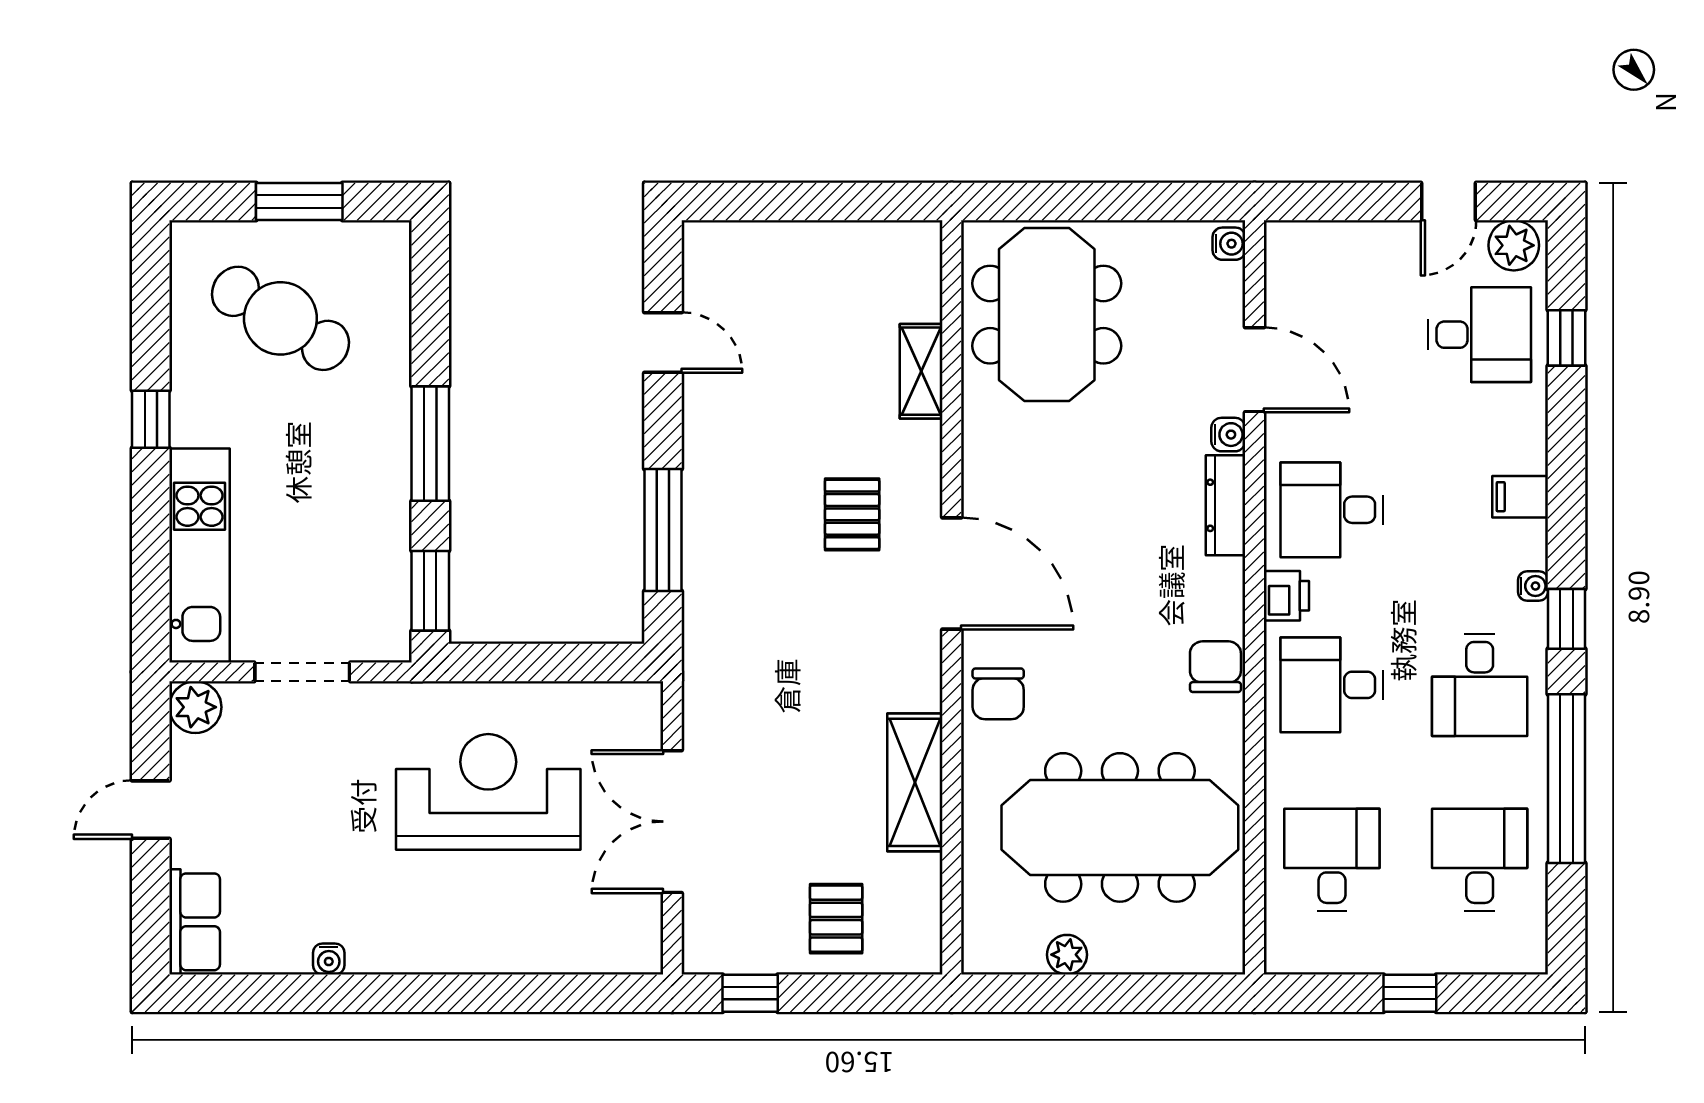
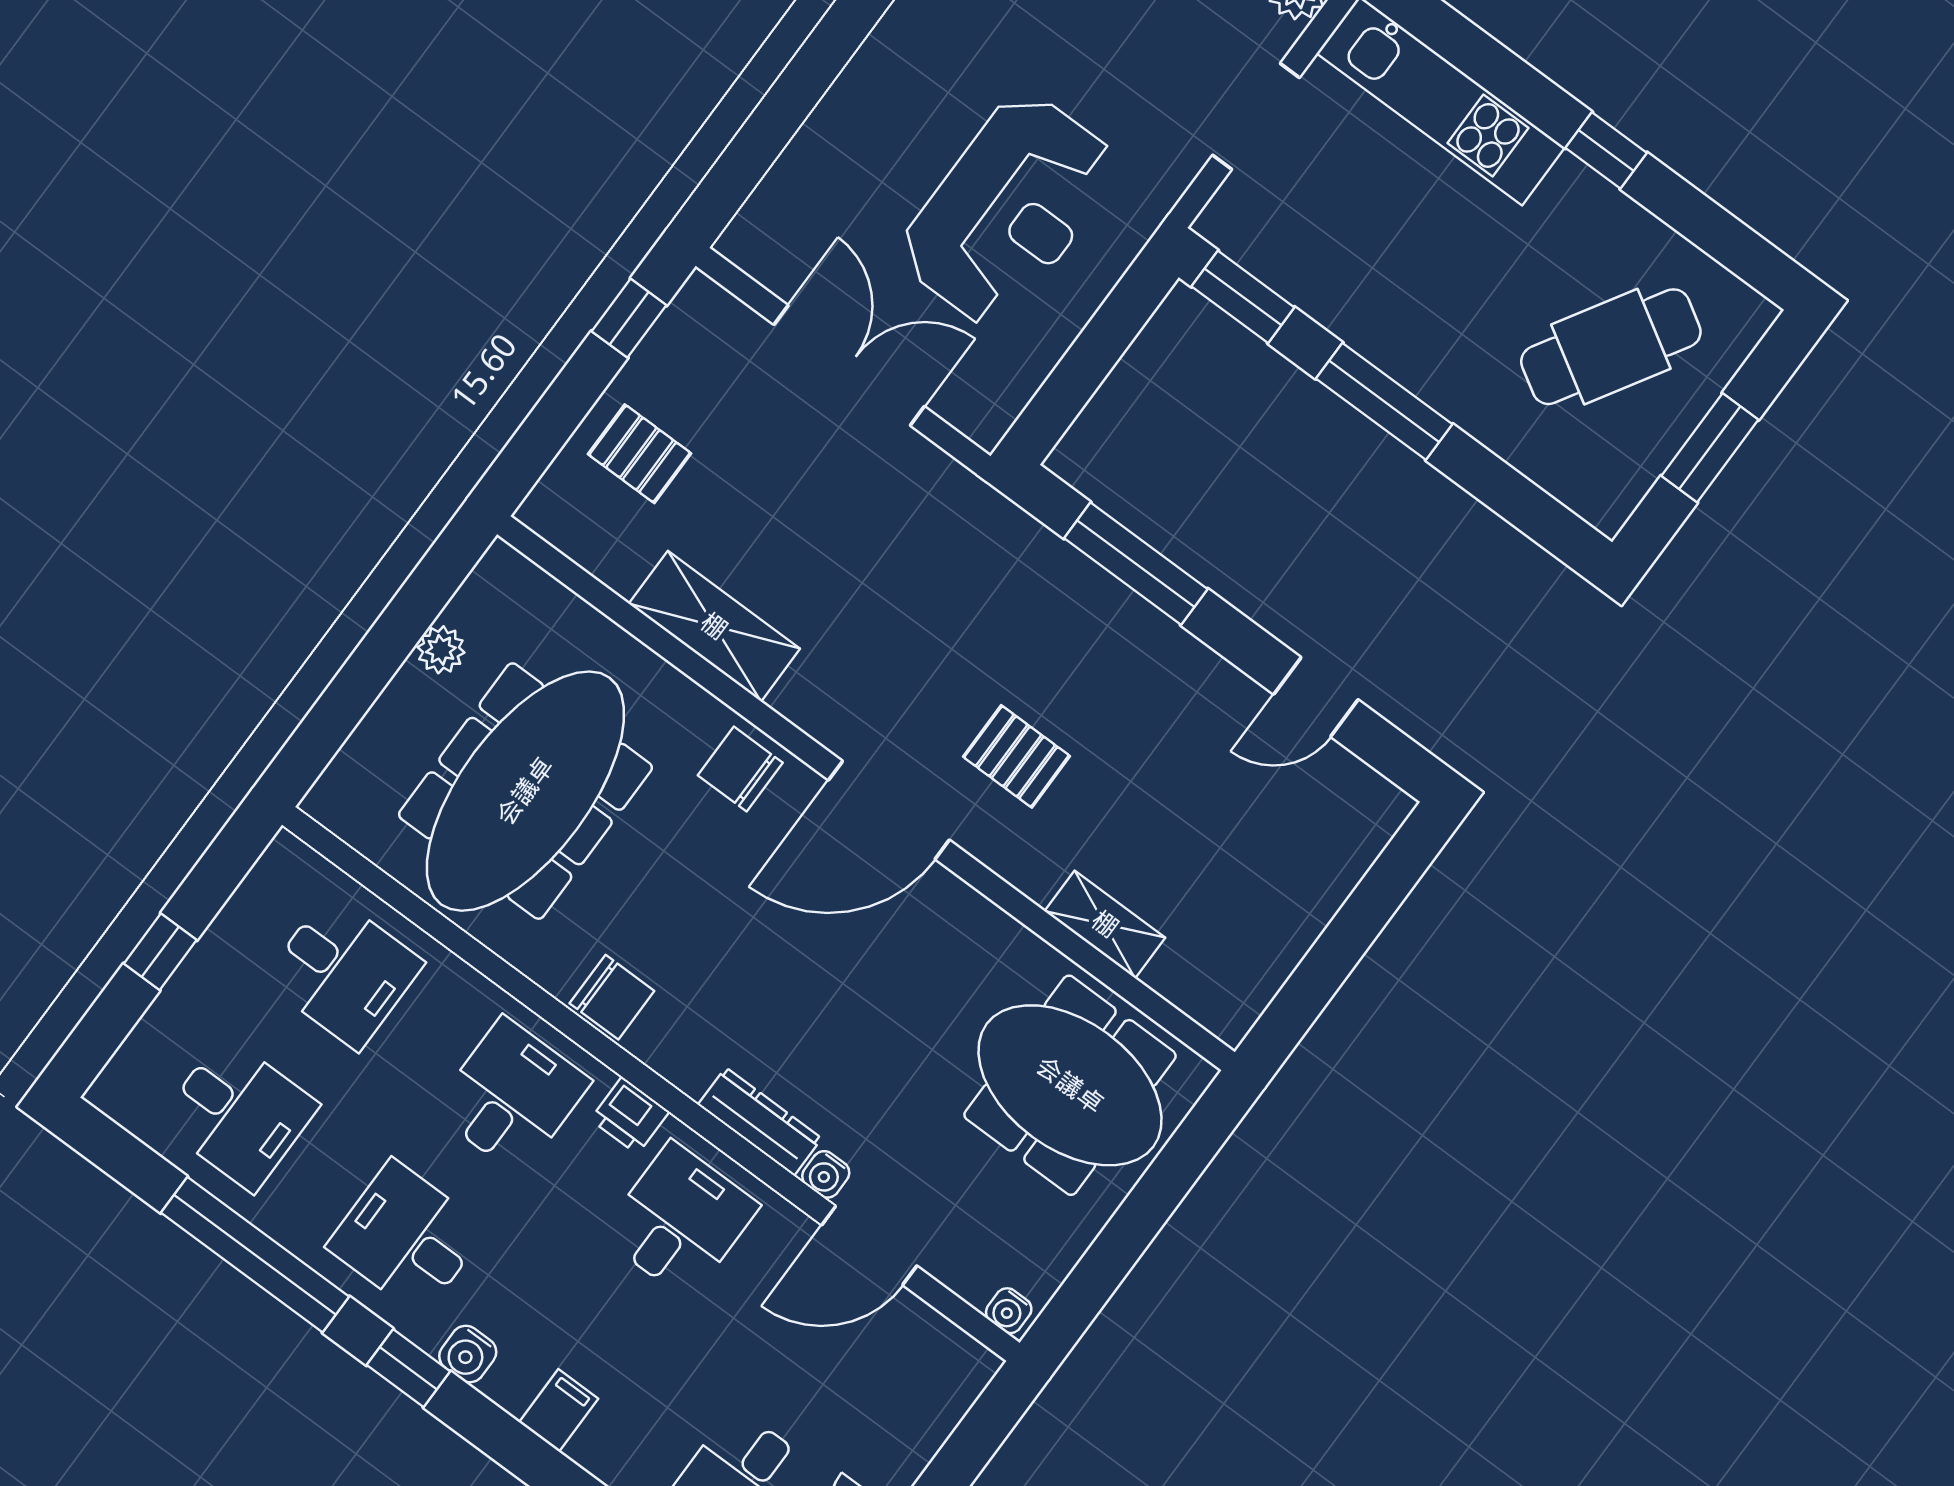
water cooler: (1533, 586) -> (468, 1354), width x1.38, depth x1.38

